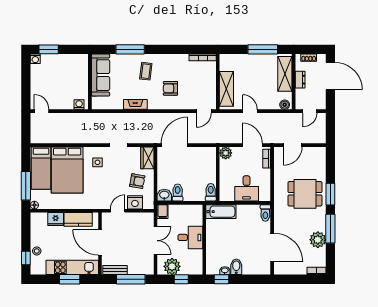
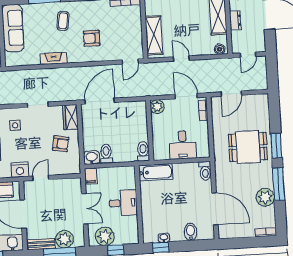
nightstand: (135, 202) -> (20, 170), moved
plant: (136, 267) -> (65, 239), added
bidet: (236, 267) -> (191, 232), moved

